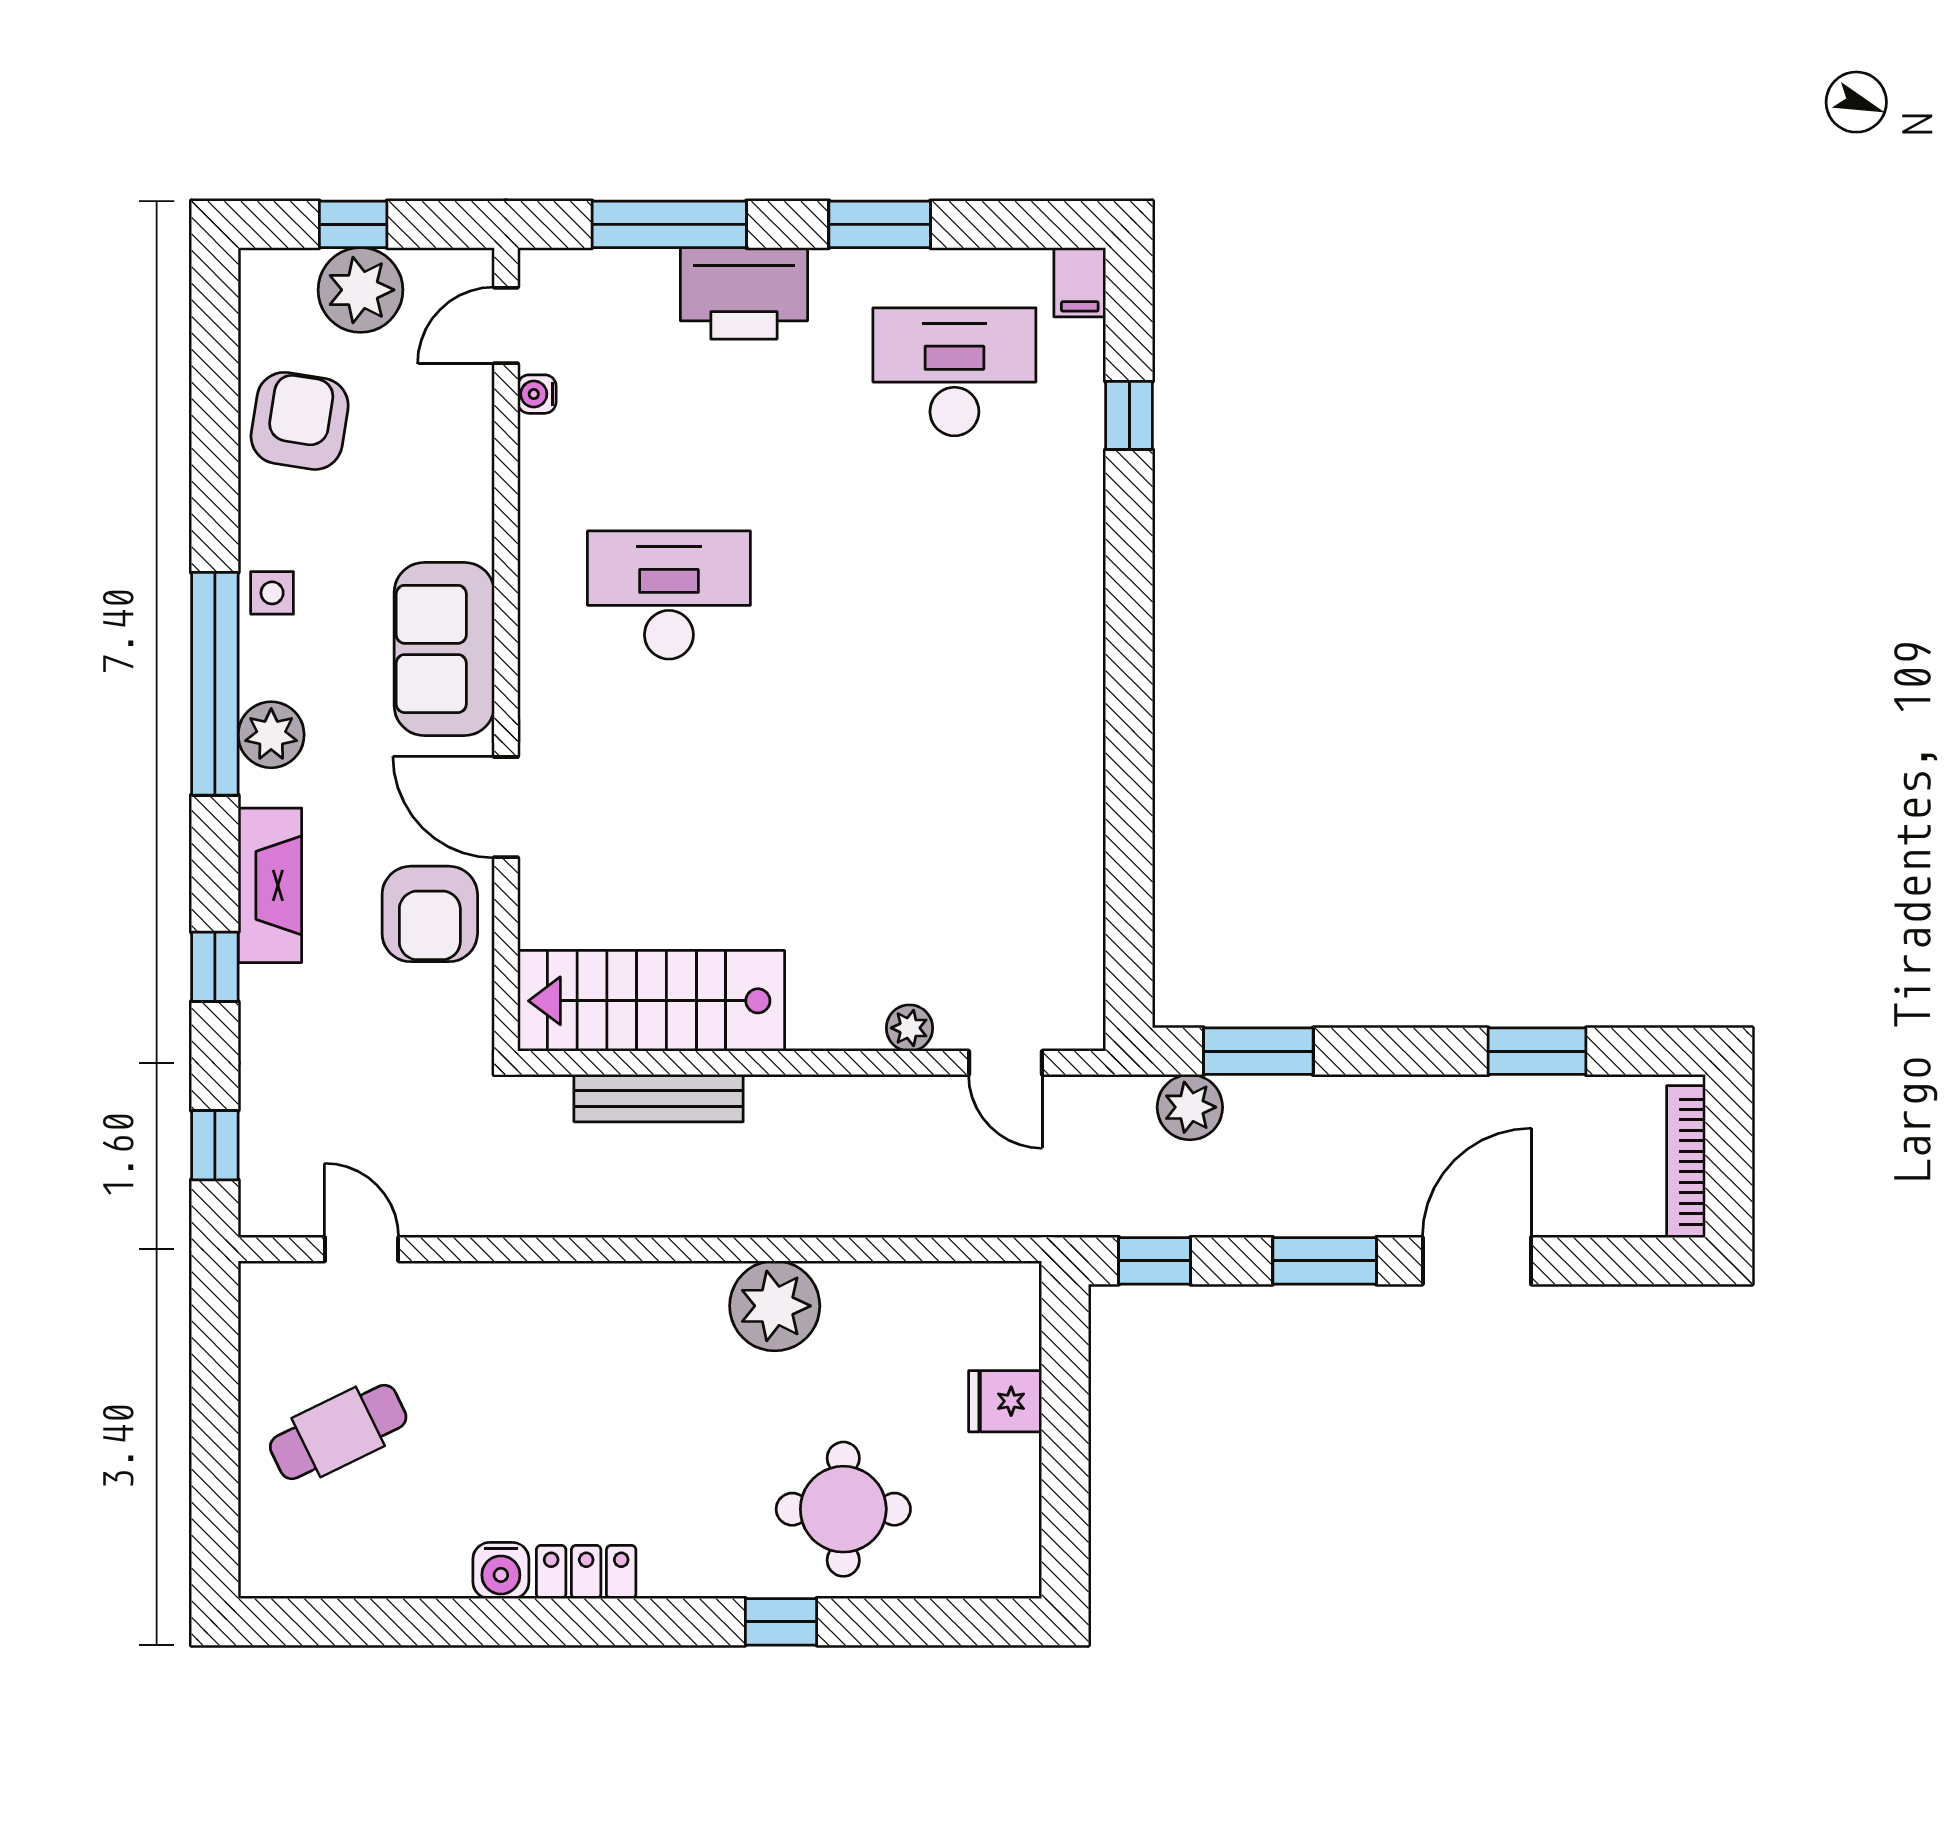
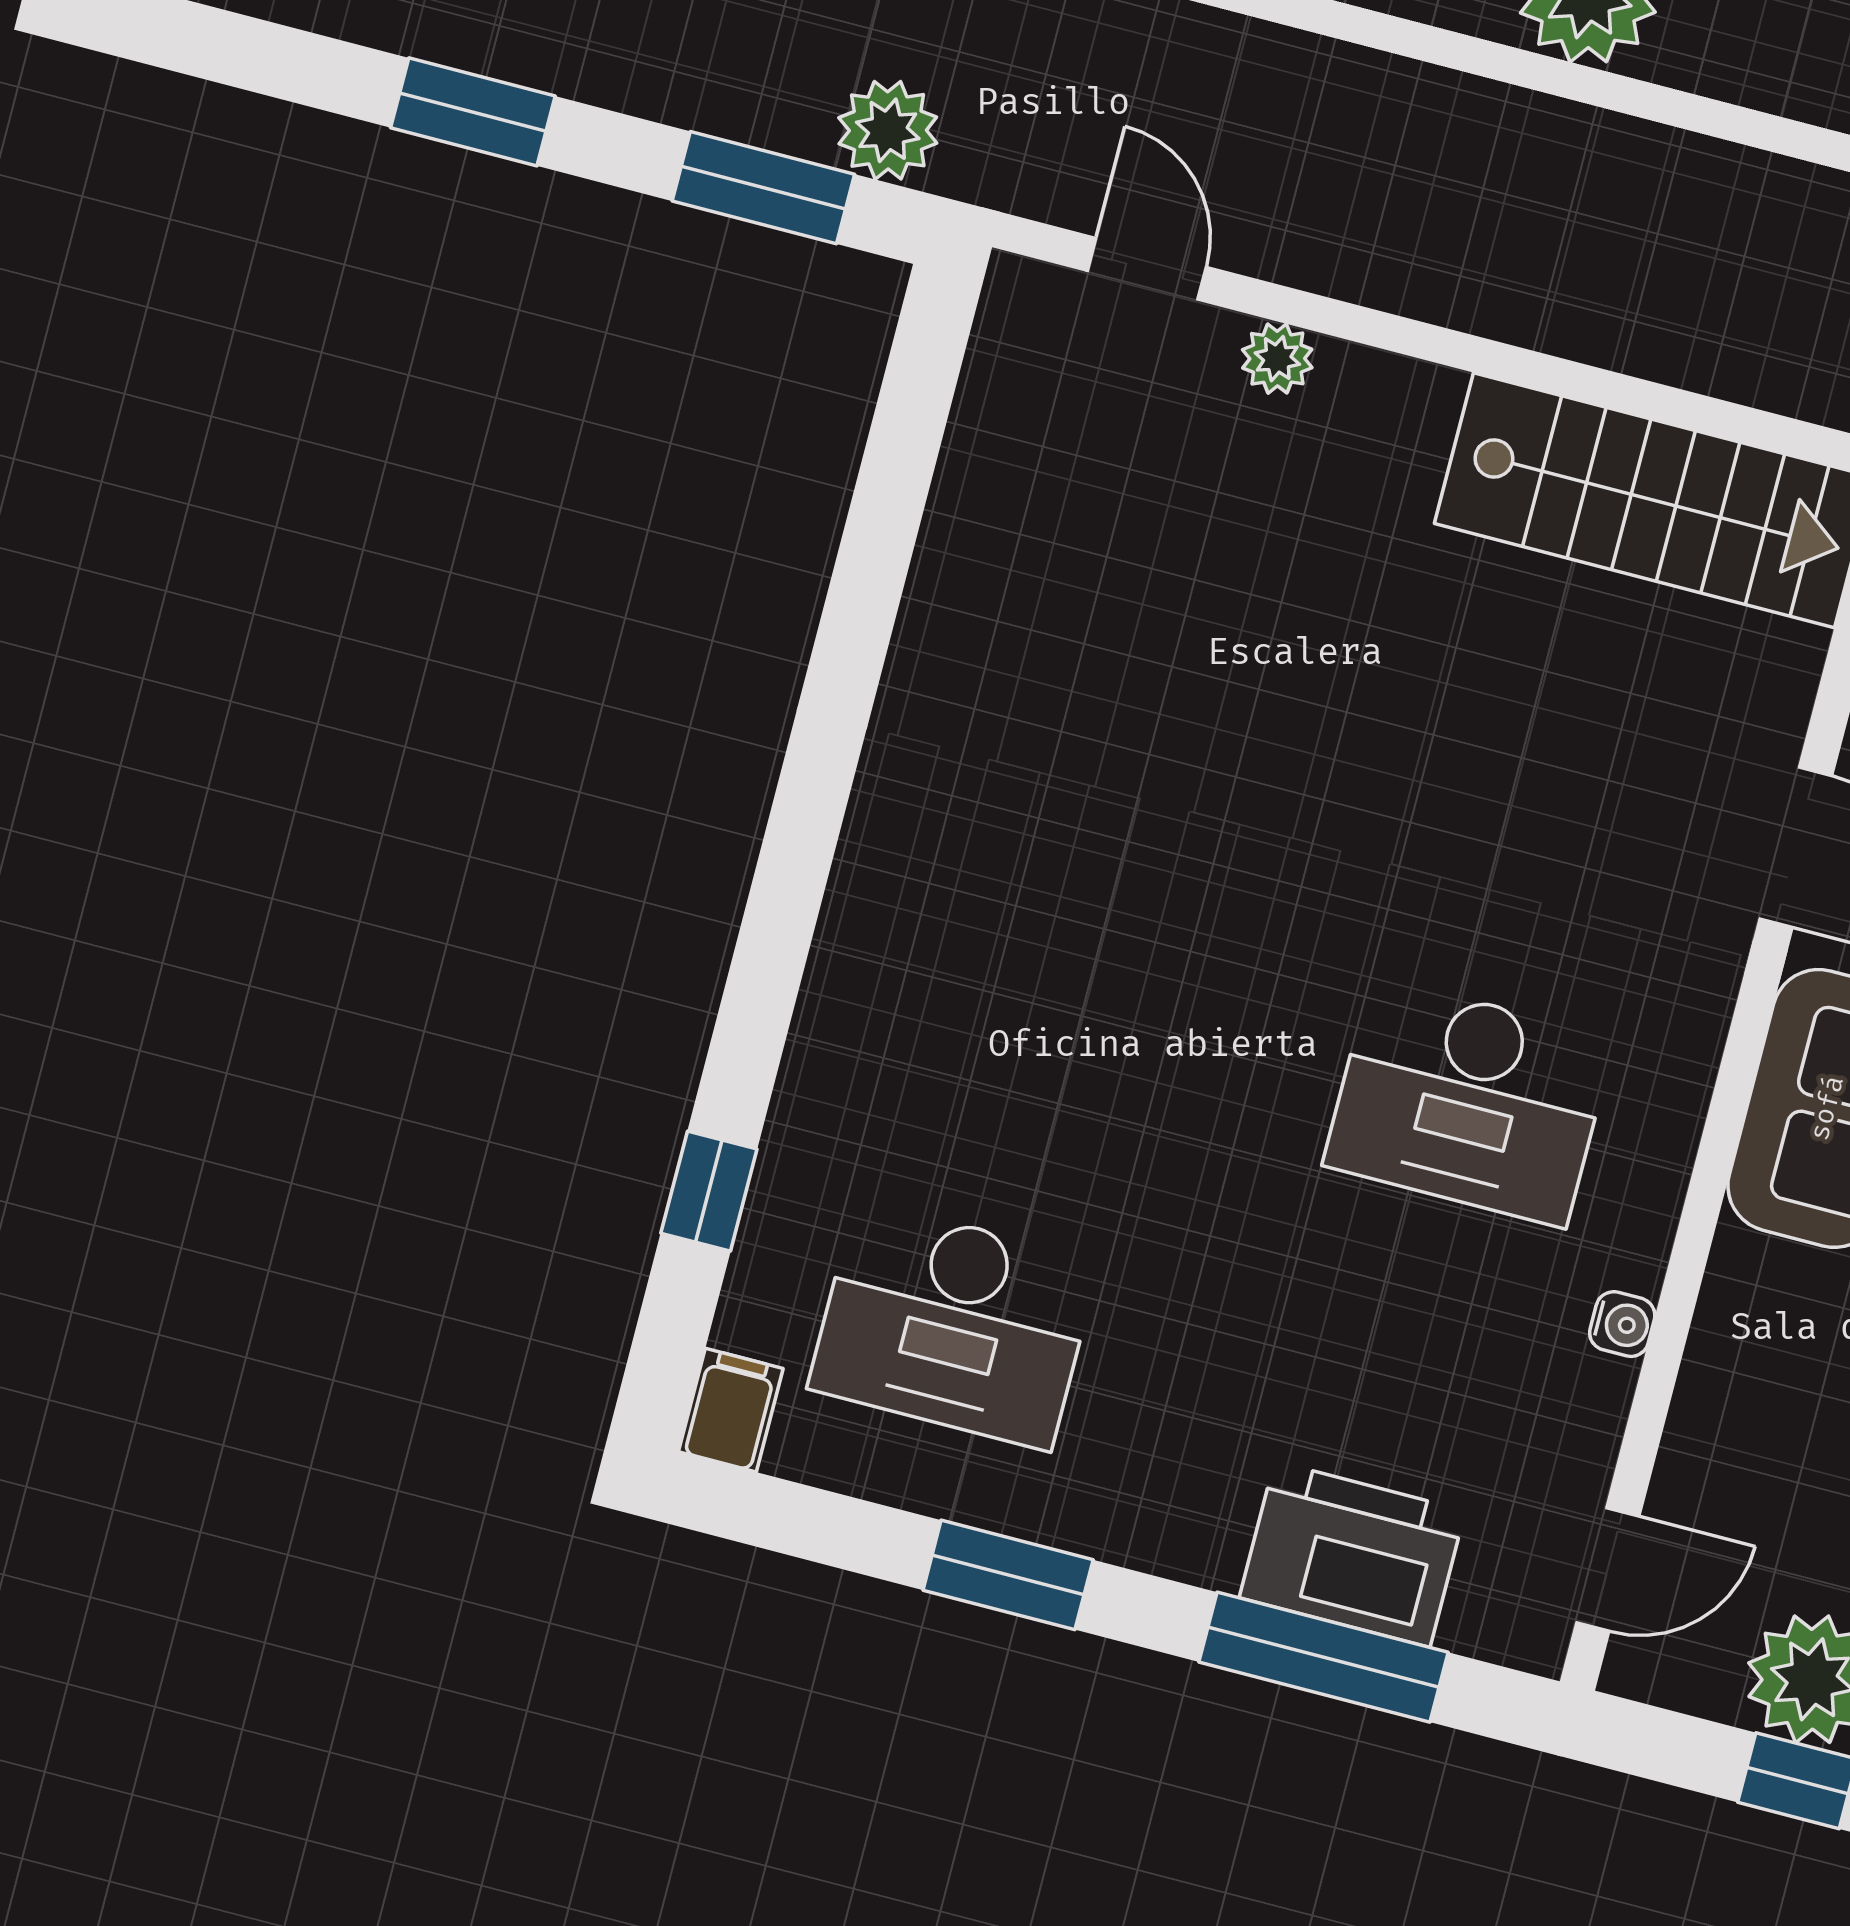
printer: (744, 293) -> (1352, 1554), moved
water cooler: (537, 394) -> (1622, 1324), moved
window: (1537, 1051) -> (473, 112), moved
bench: (659, 1098) -> (1681, 351), removed

